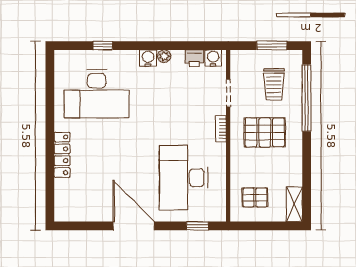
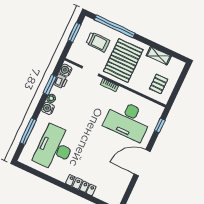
window: (103, 46) -> (28, 131), width x2.17
window: (182, 46) -> (50, 85), added
desk: (97, 94) -> (55, 148), turned 180
pallet: (265, 132) -> (123, 60), width x1.37, depth x1.41
shelving: (294, 204) -> (159, 56), moved

